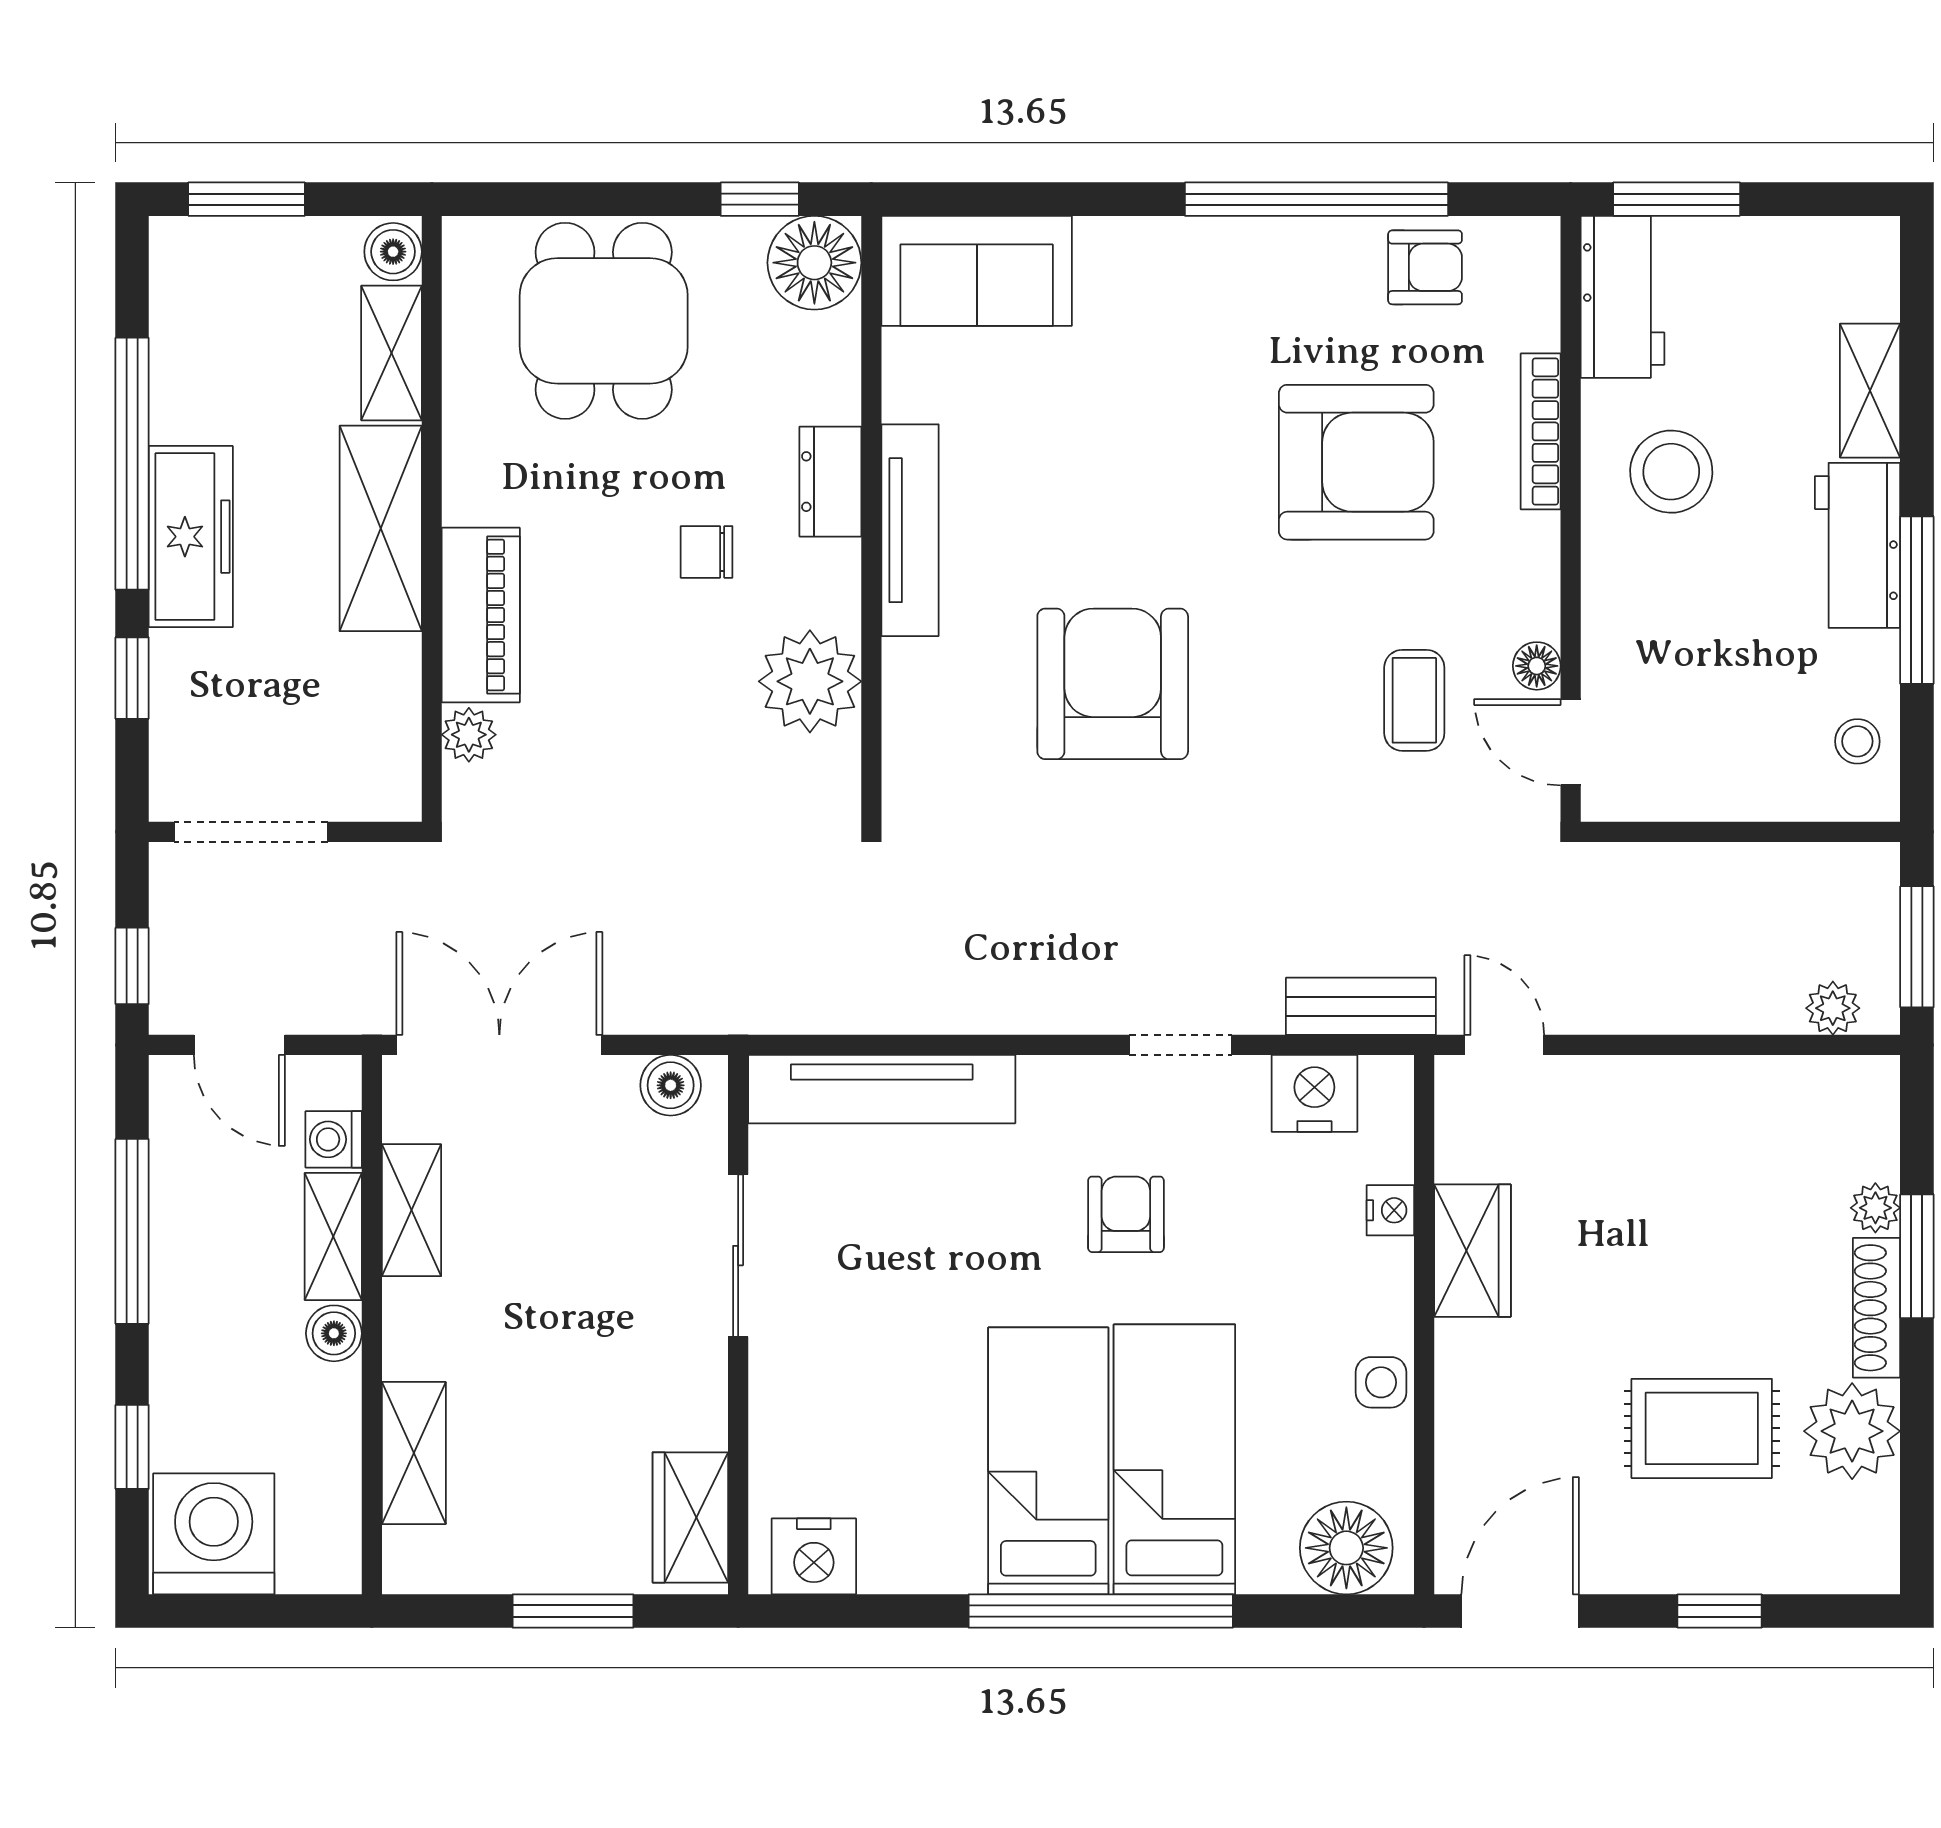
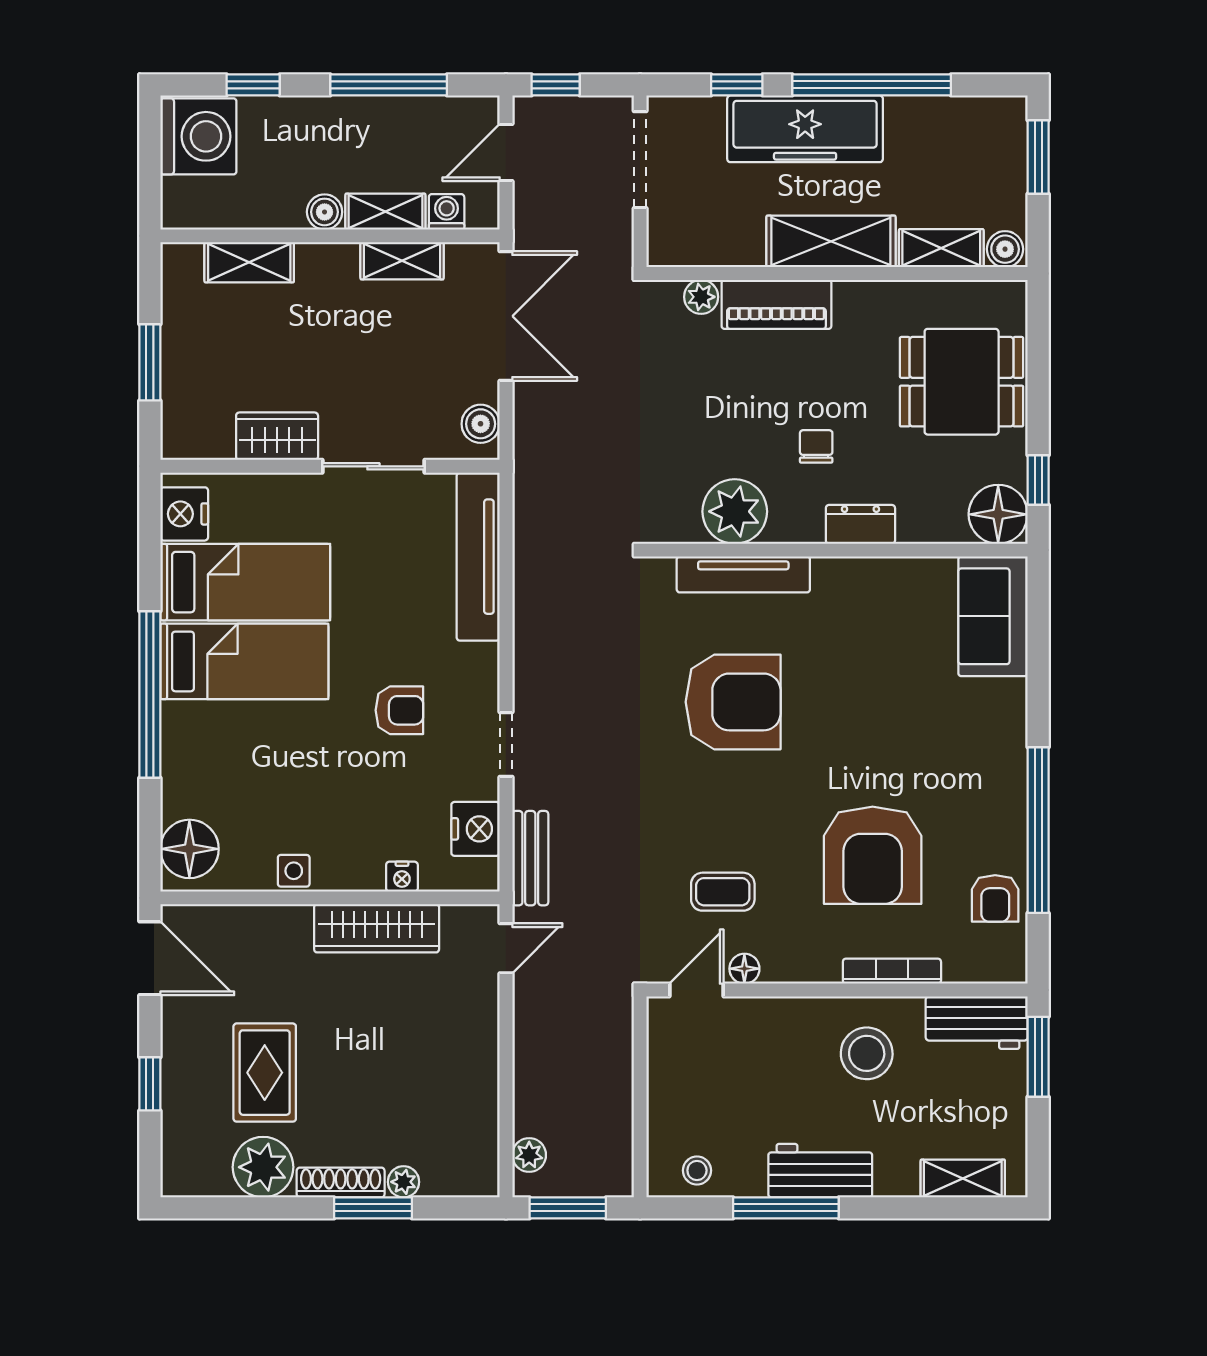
shelving: (1870, 391) -> (963, 1178), moved
tv unit: (910, 530) -> (743, 574), moved
freezer: (191, 537) -> (805, 129), width x1.36, depth x1.26
wardrobe: (1472, 1251) -> (377, 928), width x1.50
bed: (1174, 1459) -> (245, 582), moved
wardrobe: (690, 1517) -> (277, 436), moved

